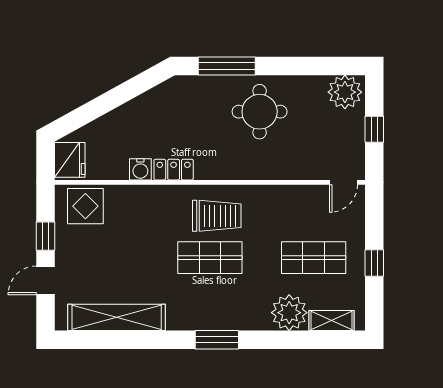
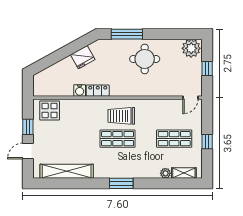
fridge: (70, 160) -> (83, 57), moved, turned 61
trolley: (217, 216) -> (121, 116), turned 180
plant: (289, 313) -> (165, 173), width x0.53, depth x0.53

